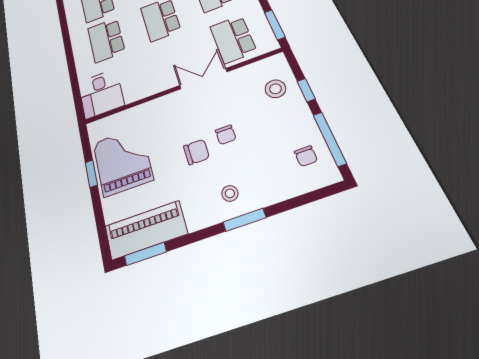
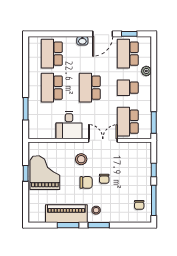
window: (74, 80) -> (26, 109), added
stool: (275, 89) -> (81, 159), moved
desk: (101, 94) -> (69, 125), moved
piano: (146, 230) -> (66, 214), moved
window: (145, 254) -> (68, 225), moved

